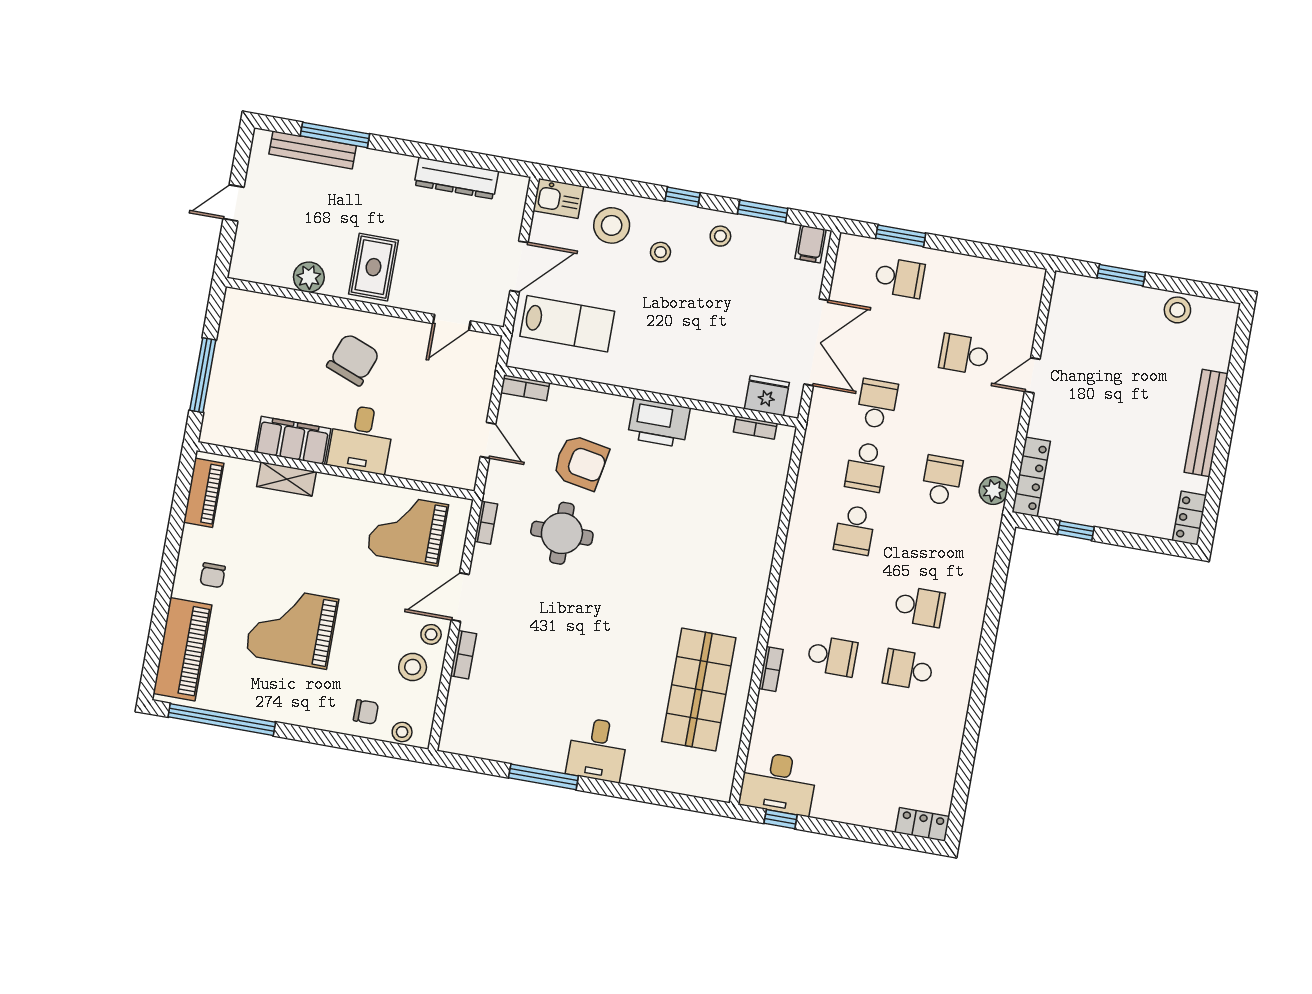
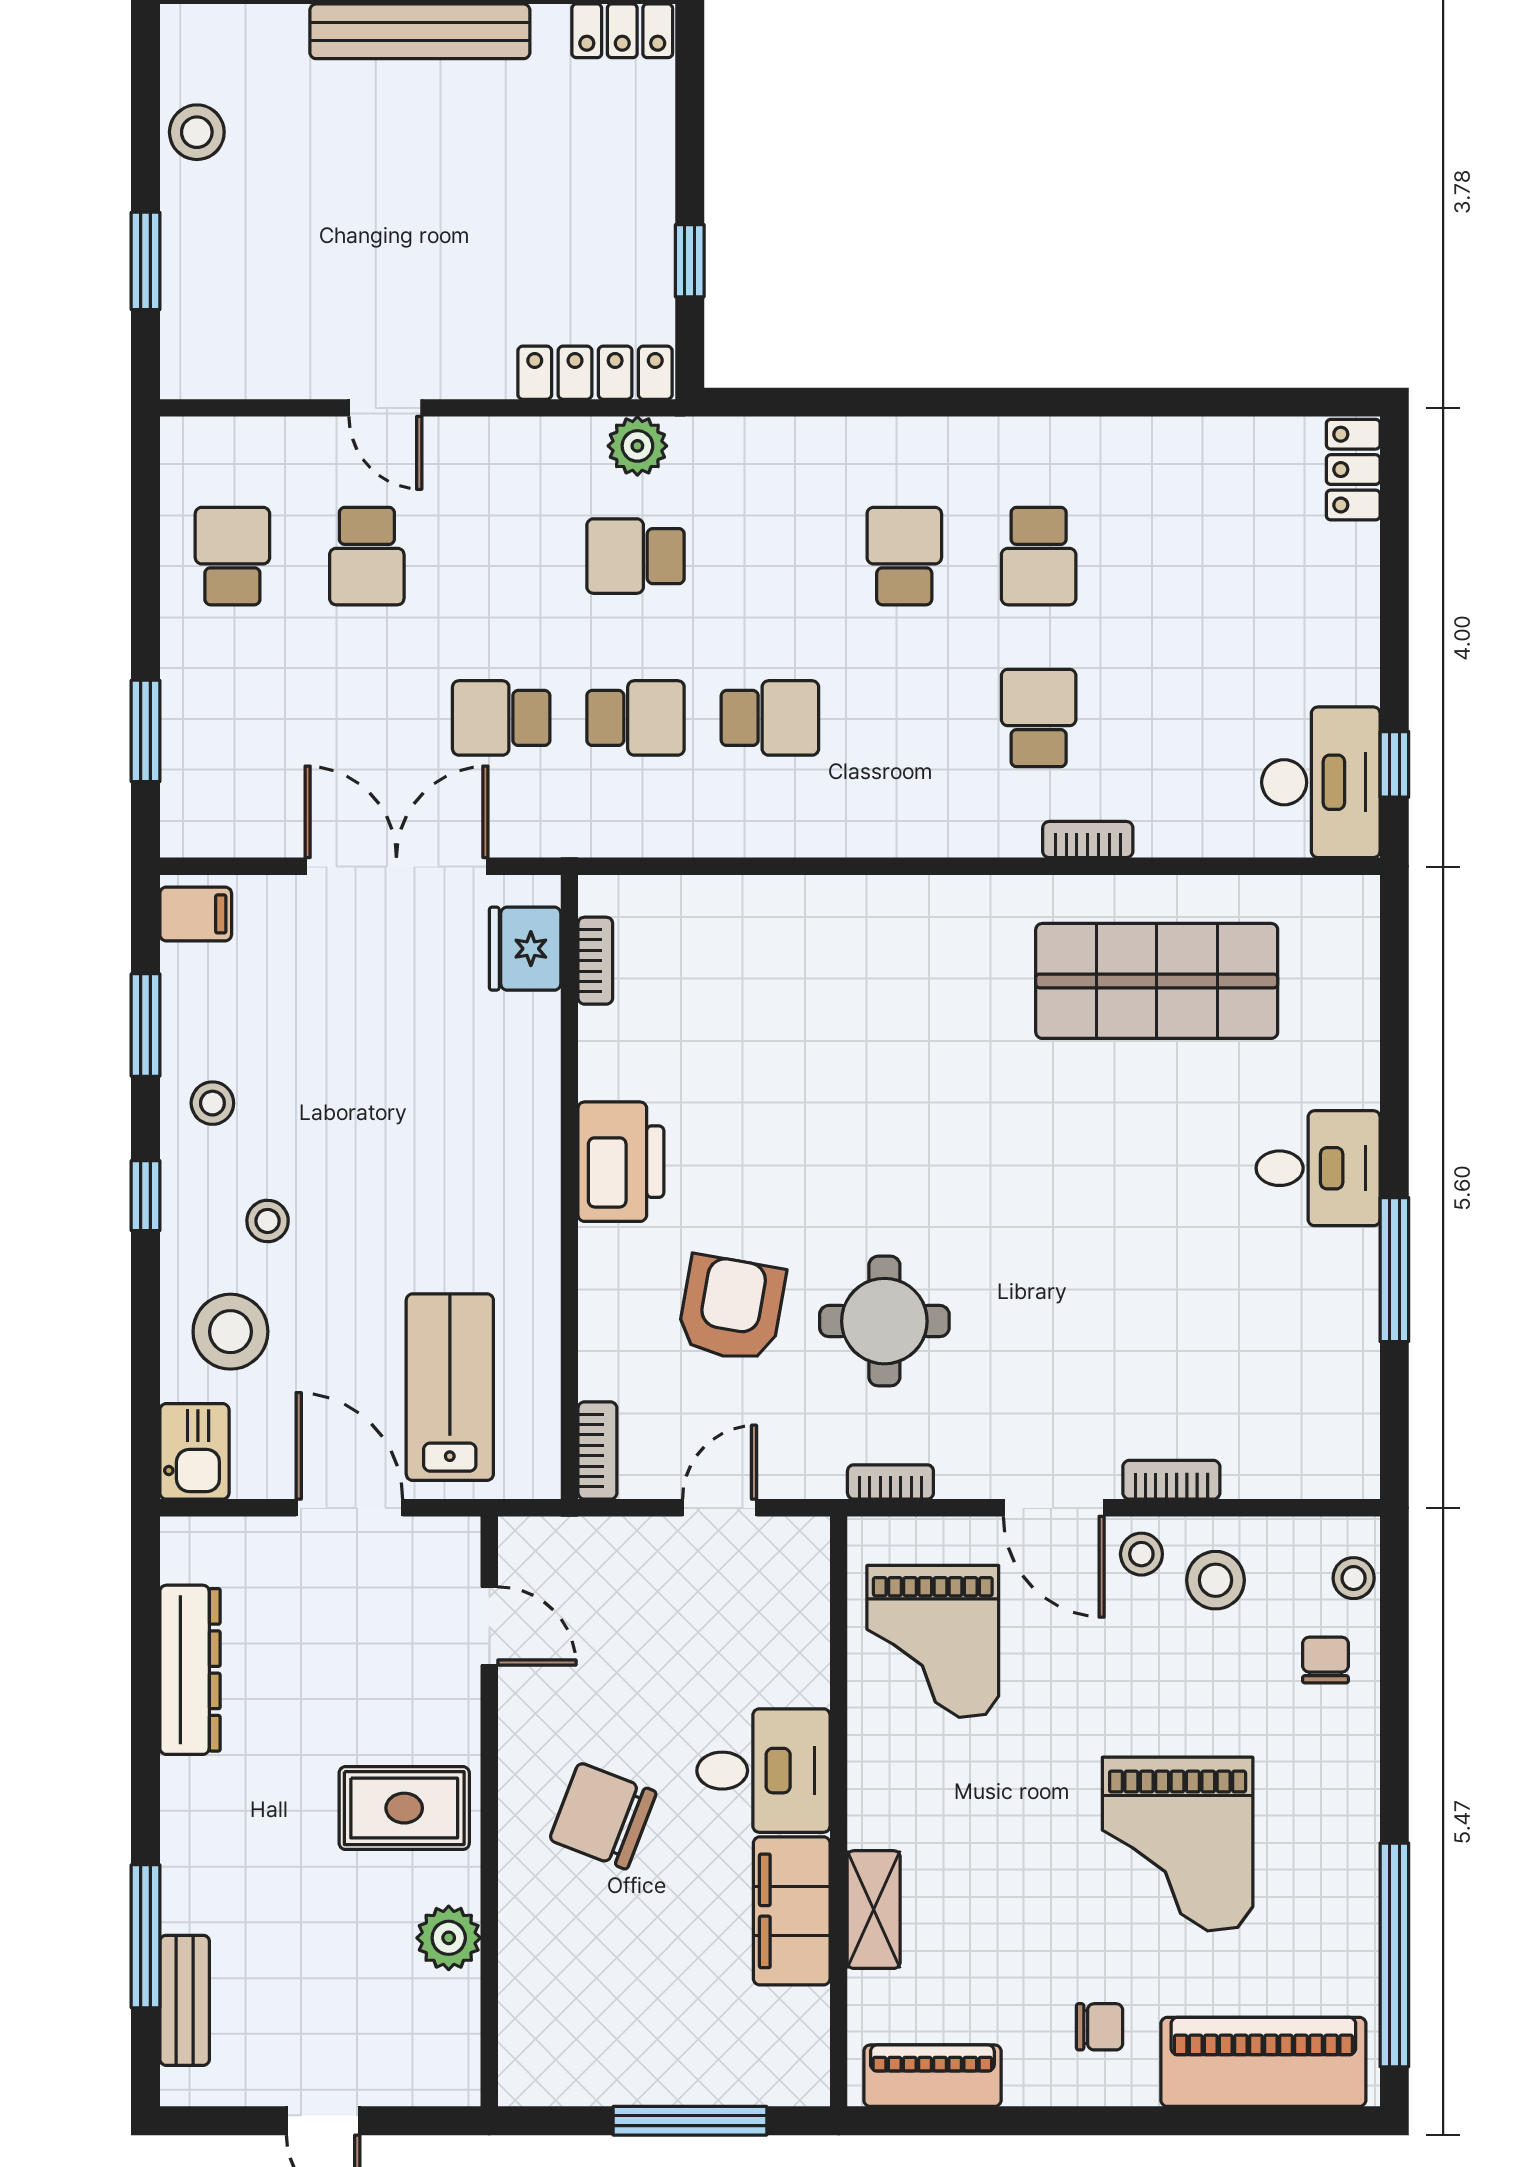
bench: (313, 150) -> (185, 2000), width x0.73
school desk: (900, 278) -> (232, 556), moved

